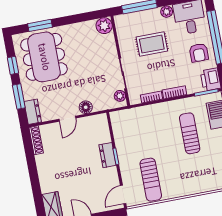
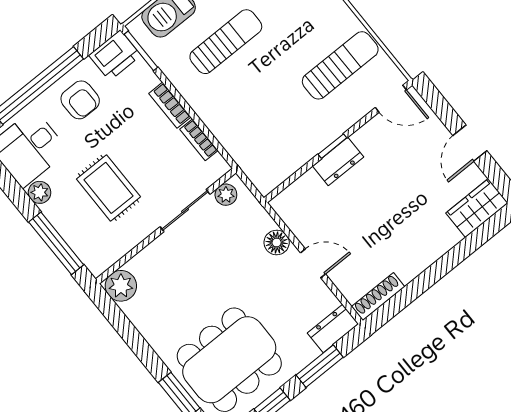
armchair: (199, 53) -> (80, 100), turned 90
sun lounger: (190, 133) -> (226, 42), turned 180

